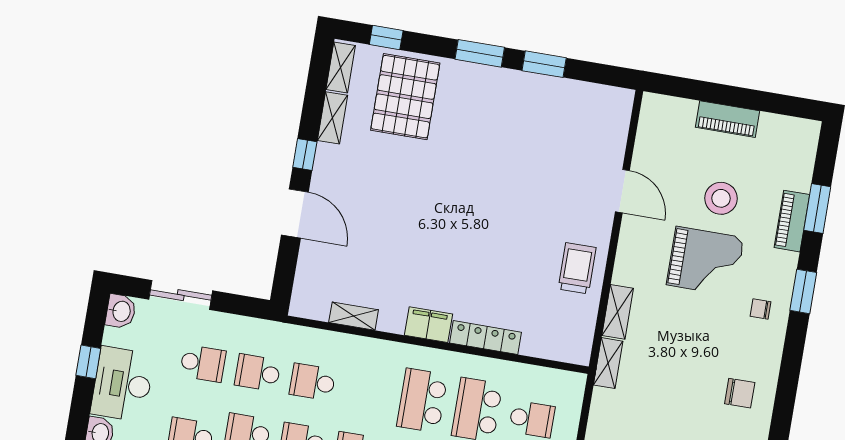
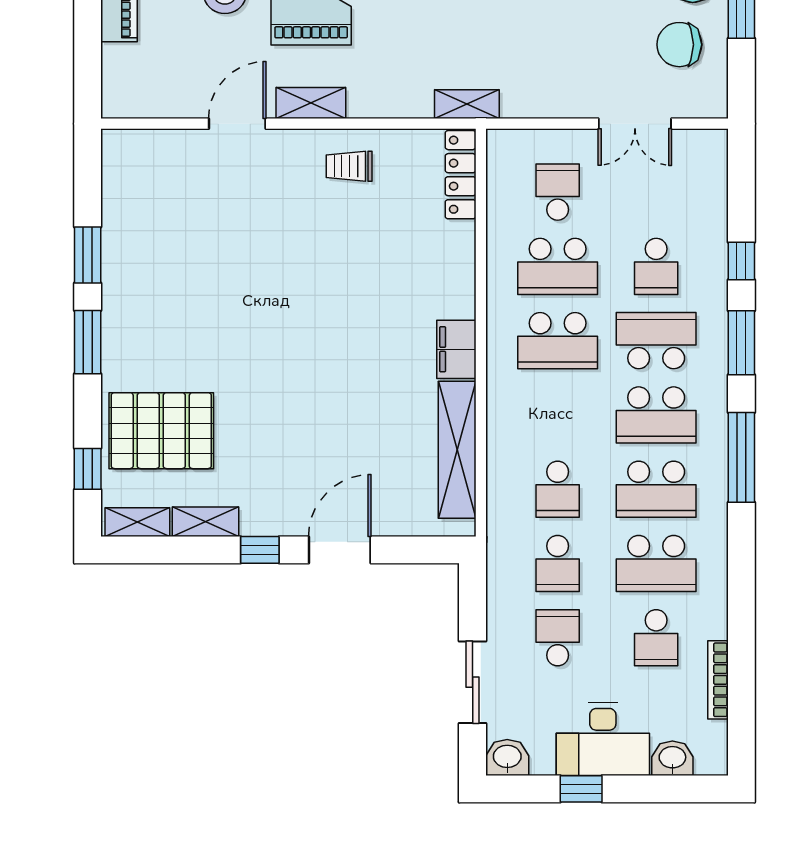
trolley: (577, 268) -> (349, 166), width x0.73, depth x0.72
shelving: (618, 312) -> (311, 103), moved
shelving: (354, 316) -> (457, 450), width x2.20, depth x1.33
locker: (486, 338) -> (461, 175), moved

